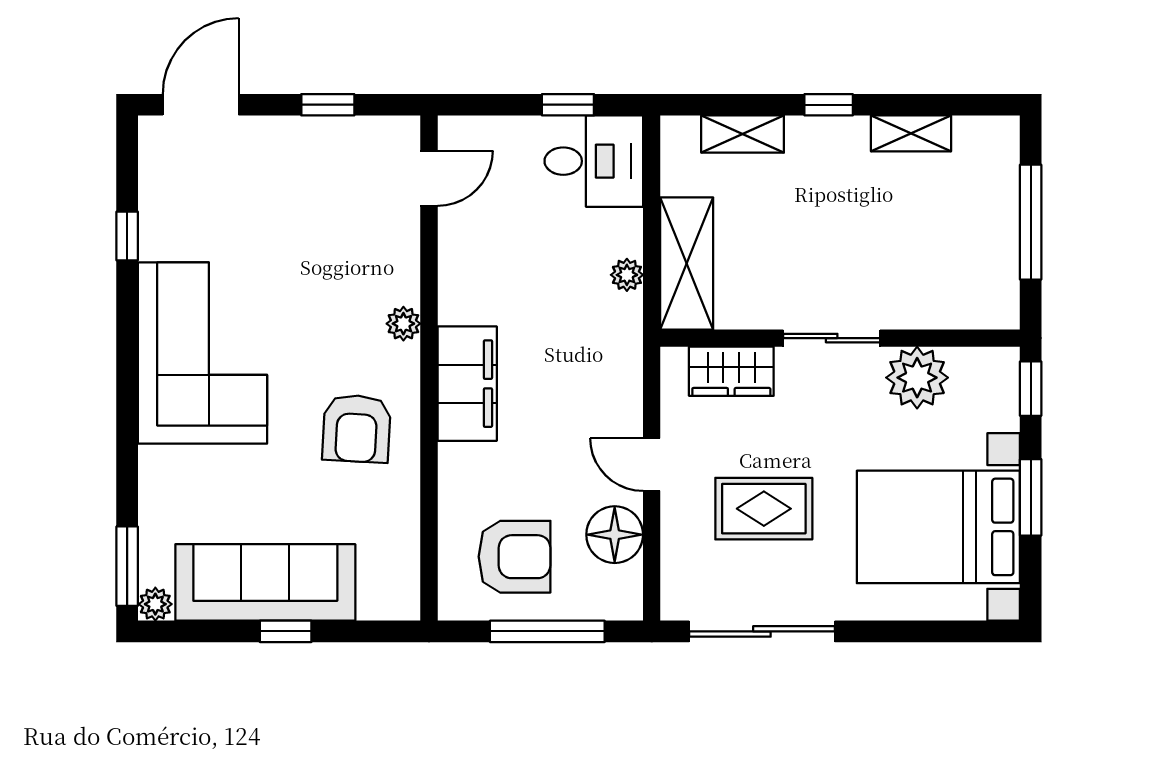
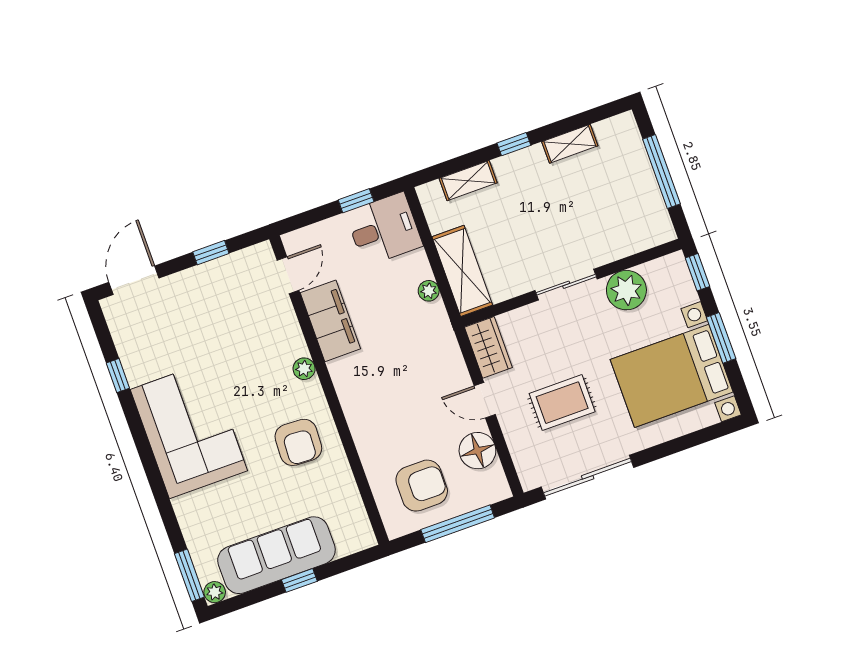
wardrobe: (731, 371) -> (488, 347), moved, turned -90
filing cabinet: (467, 384) -> (330, 321), moved

